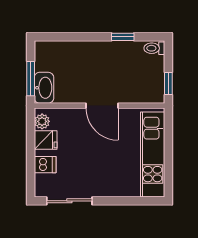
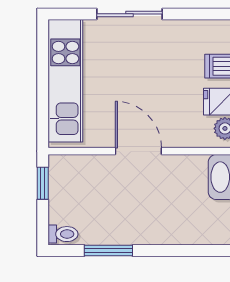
window: (123, 37) -> (108, 250), width x1.50
sliding door: (69, 201) -> (129, 14), moved

